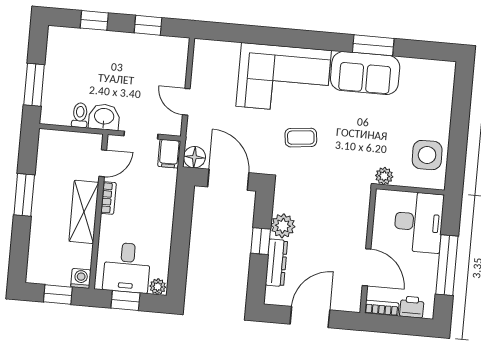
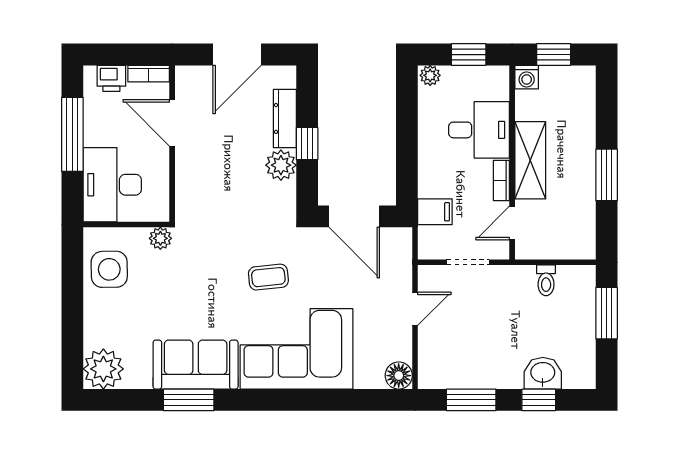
window: (148, 25) -> (471, 400), width x1.50
plant: (439, 76) -> (103, 369), added
door: (186, 102) -> (415, 309), hinge flipped
washbasin: (104, 117) -> (543, 373), moved, turned 180
filing cabinet: (169, 154) -> (435, 212), moved, turned 90
floor lamp: (194, 157) -> (399, 376), moved
desk: (127, 268) -> (479, 130), moved, turned 90

